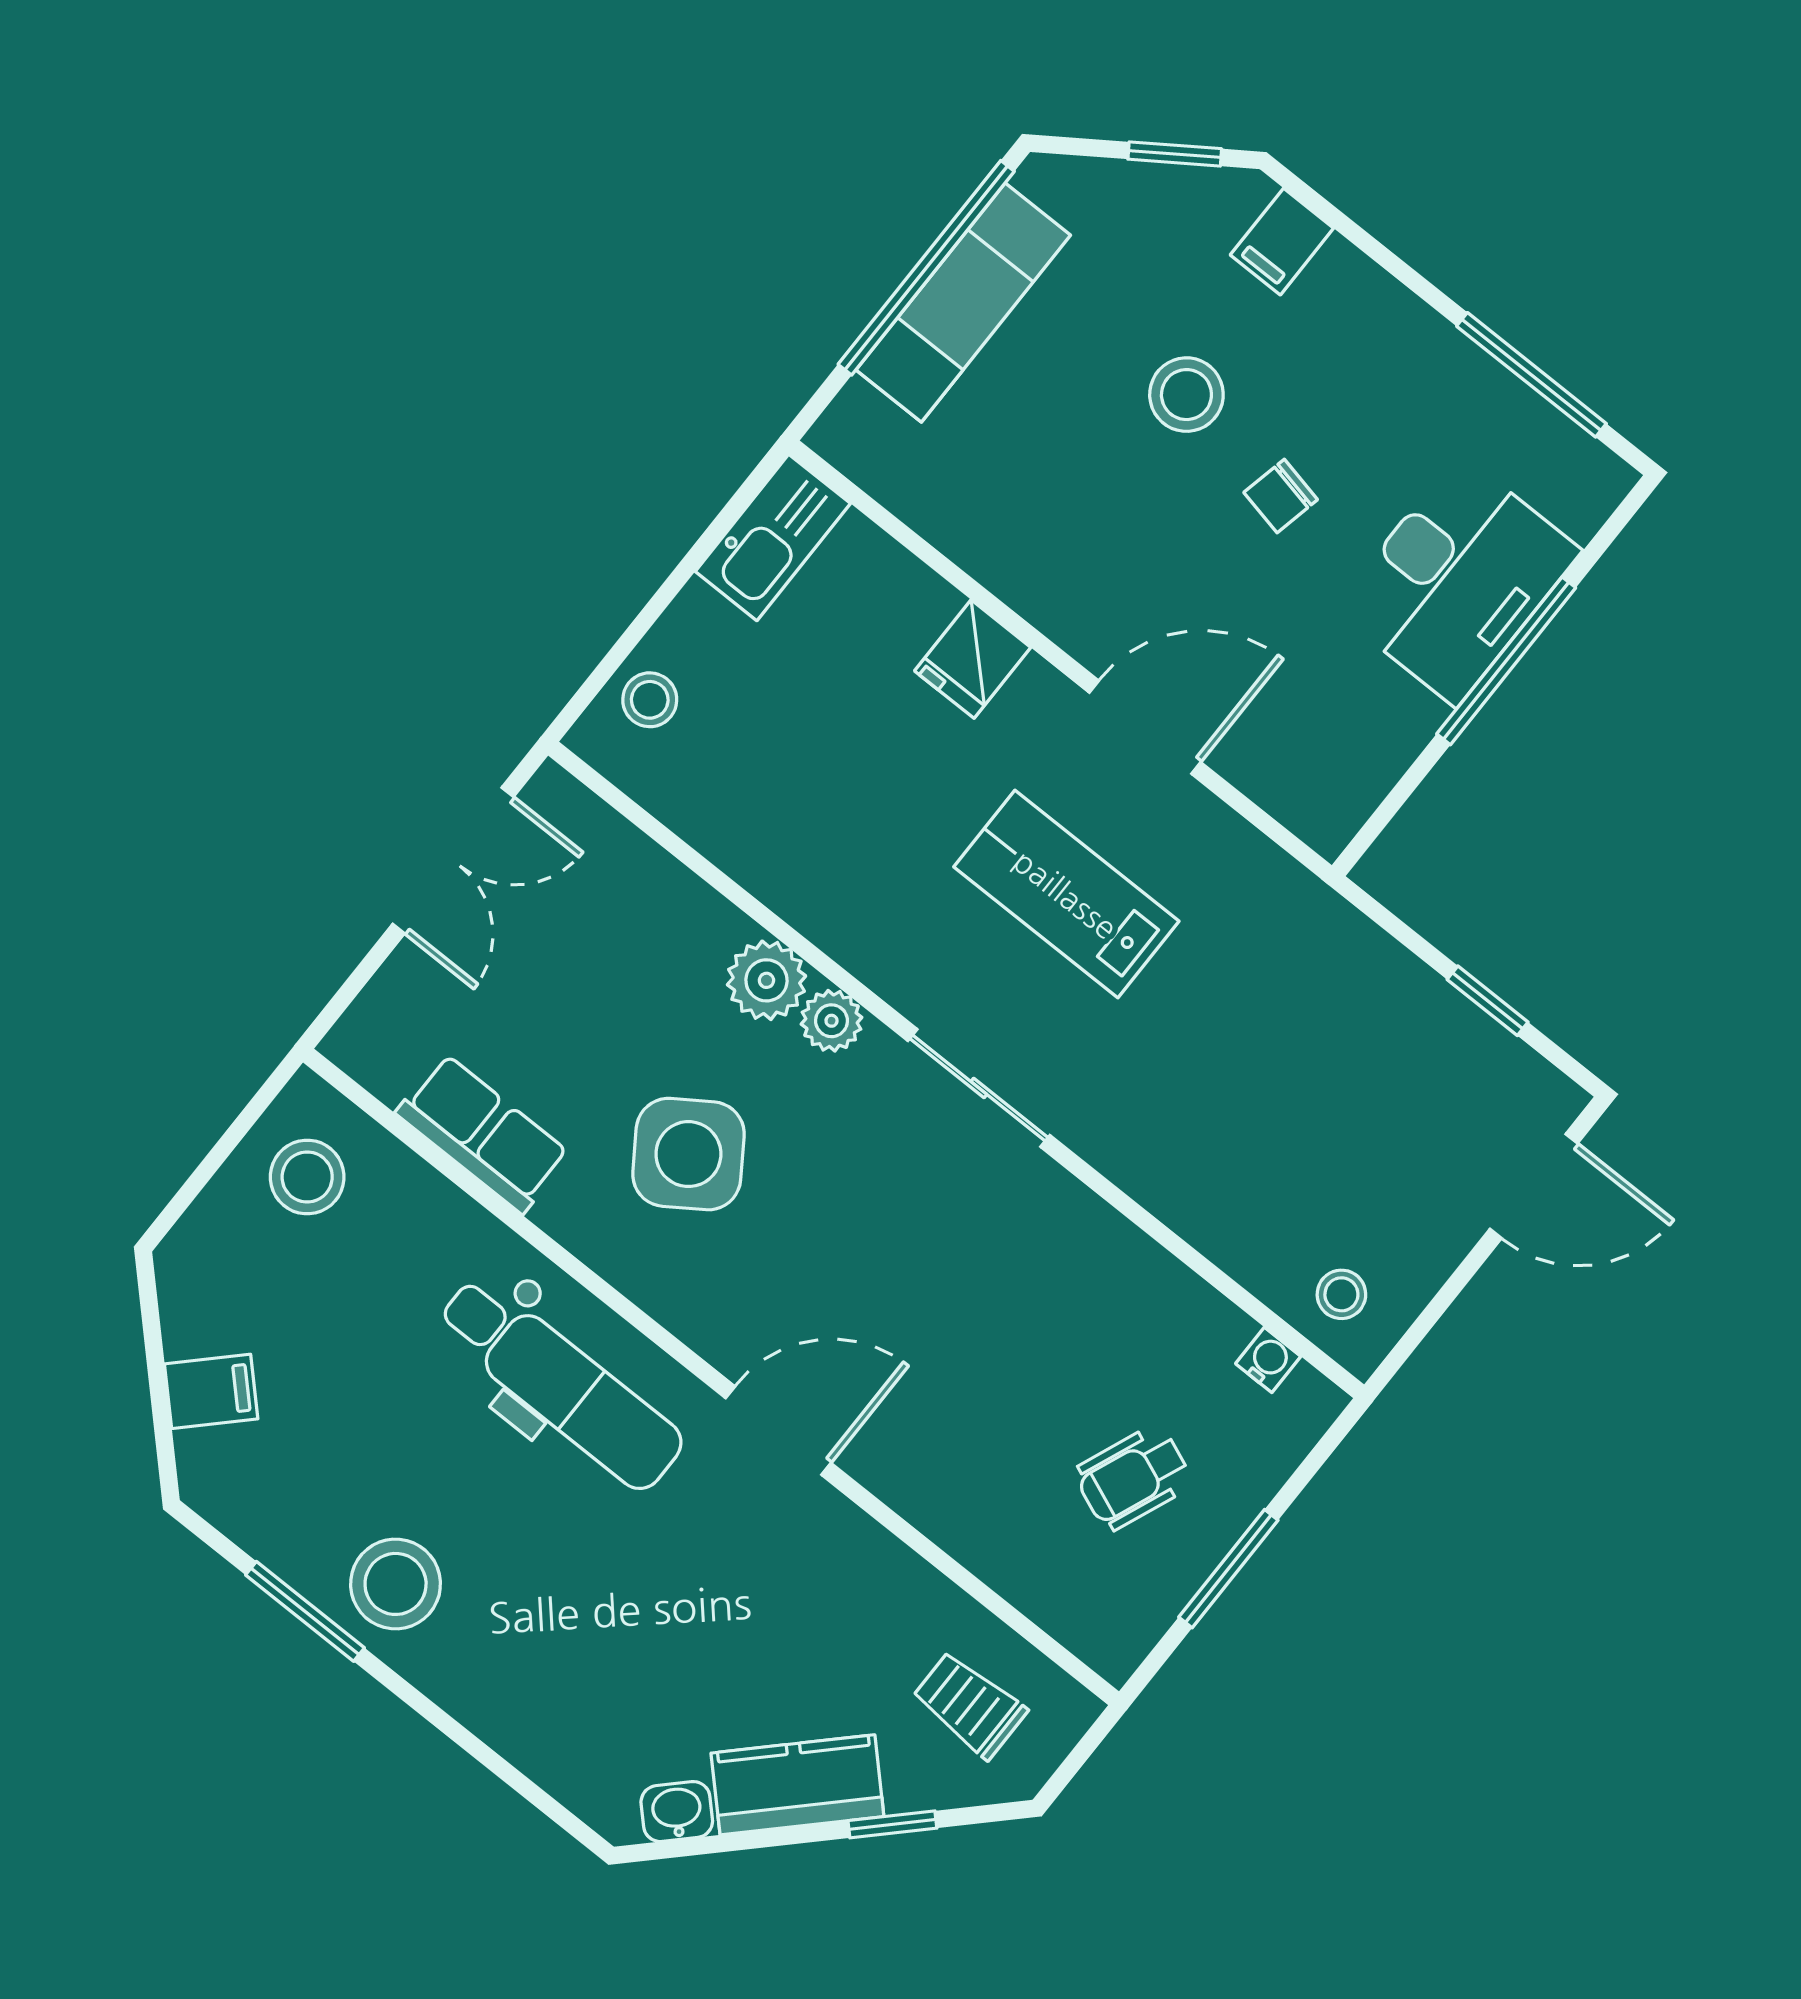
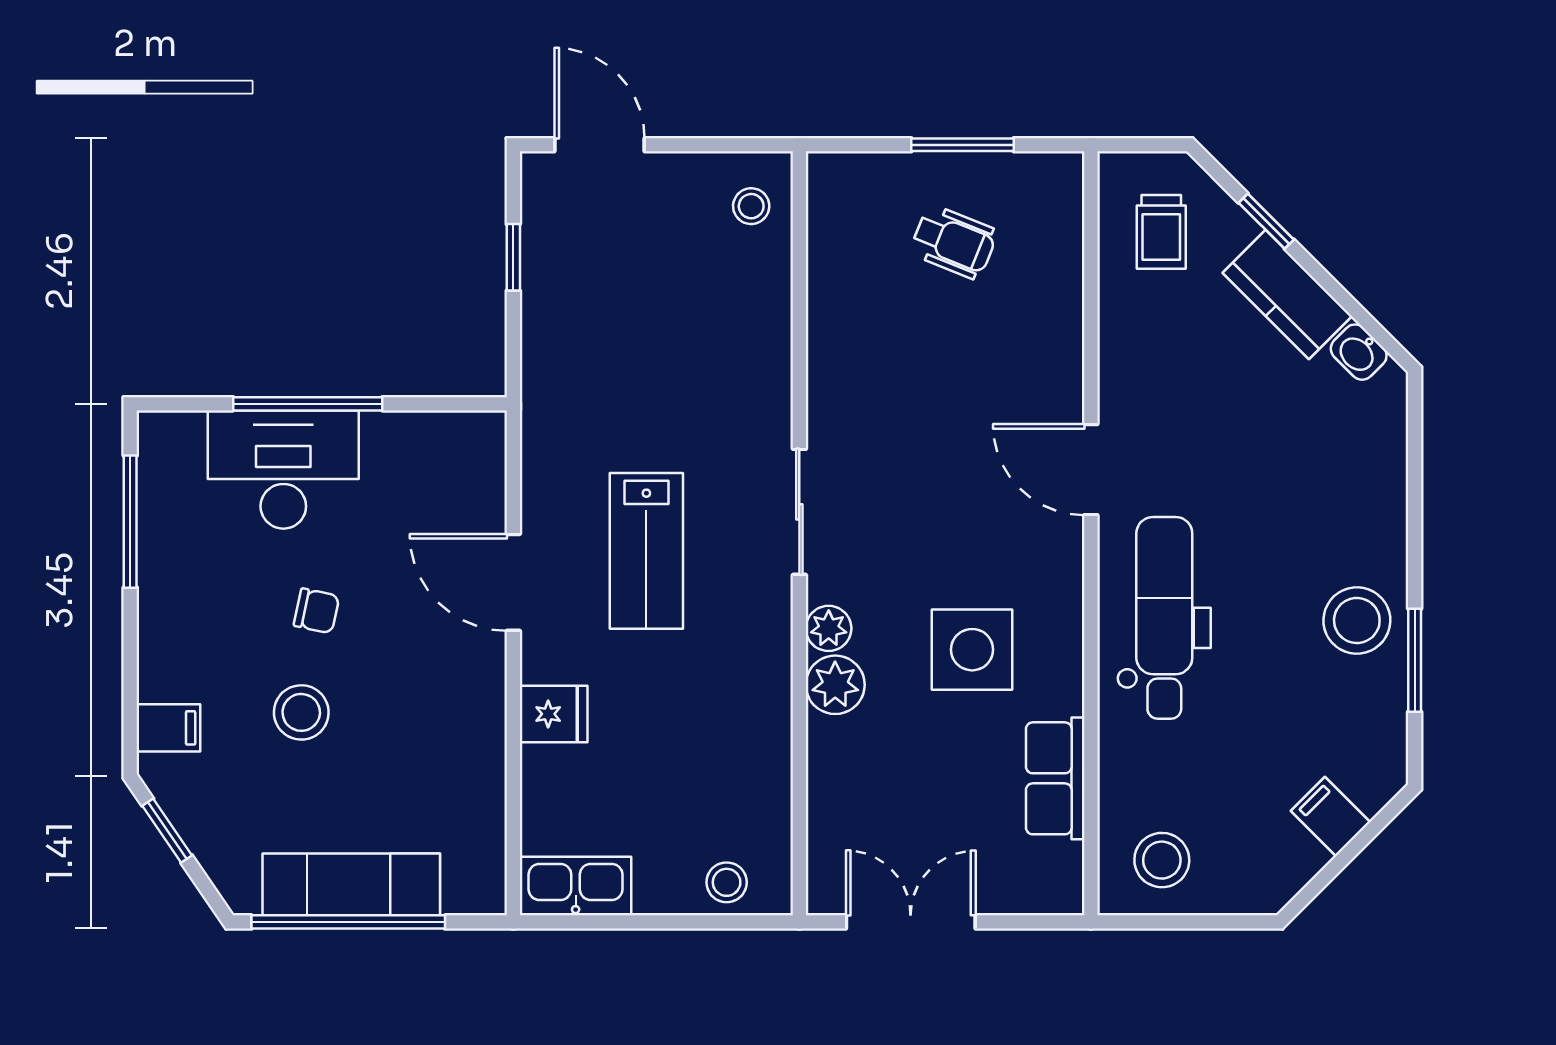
side table: (688, 1154) -> (972, 650), turned 34
water cooler: (1268, 1360) -> (823, 218), removed

